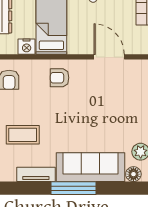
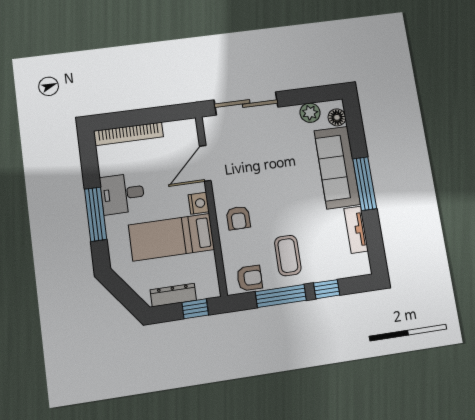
nightstand: (27, 47) -> (199, 203), moved
coffee table: (23, 135) -> (288, 256), moved

